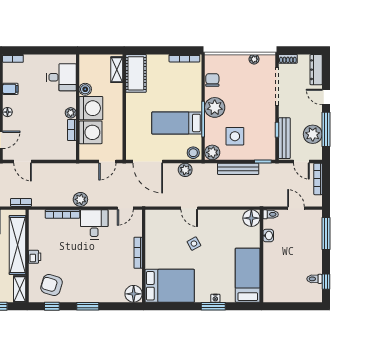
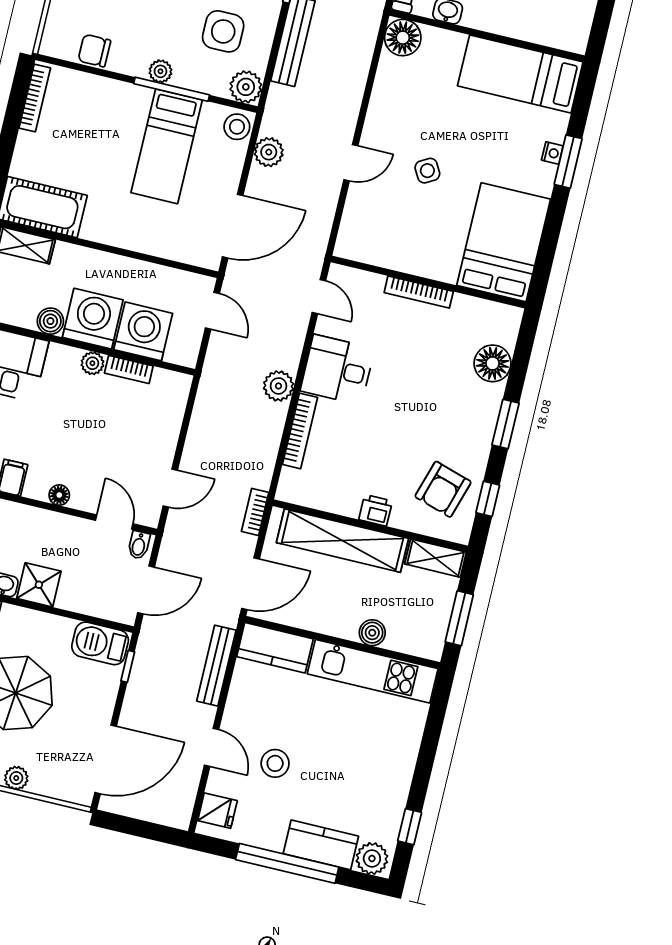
plant: (215, 107) -> (160, 71), width x0.53, depth x0.53
floor lamp: (134, 294) -> (493, 363), moved

